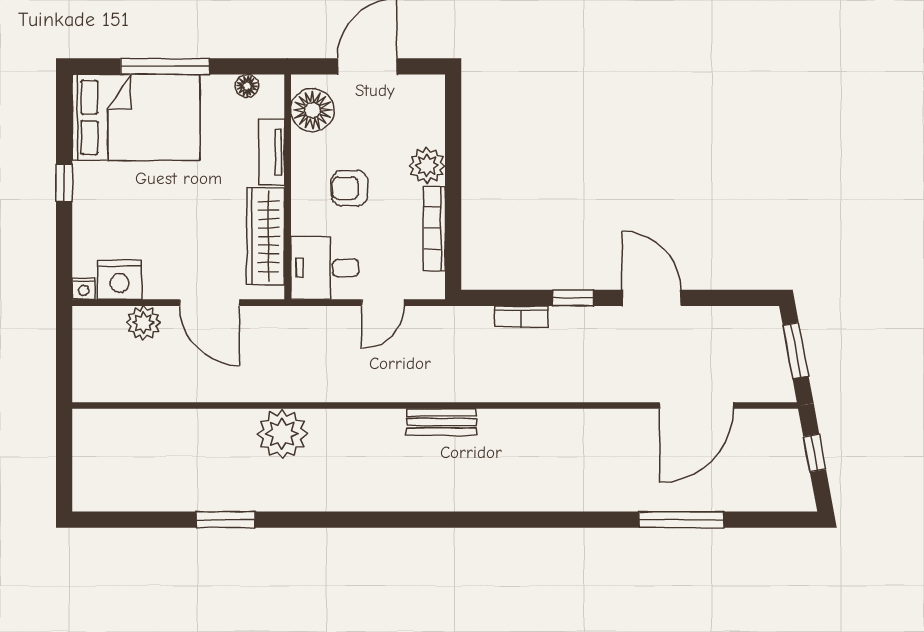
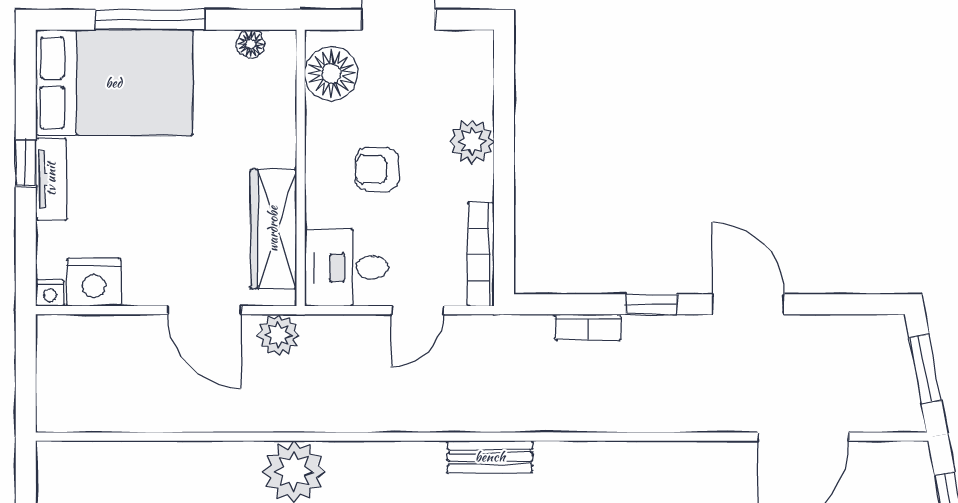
tv unit: (272, 152) -> (51, 179), moved, turned 180
bookcase: (434, 228) -> (481, 254), moved
plant: (143, 323) -> (279, 335), moved

